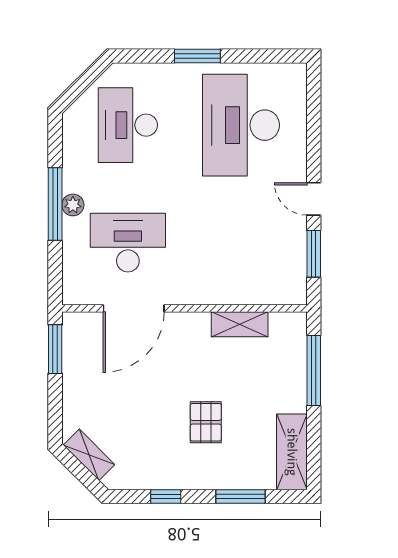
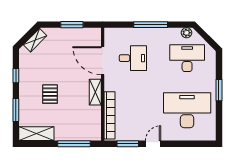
plant: (73, 205) -> (187, 33), moved
desk: (128, 243) -> (133, 58), width x0.73
bookcase: (252, 293) -> (109, 115), added
shelving: (240, 324) -> (95, 92), moved
window: (55, 349) -> (72, 25), moved
pallet: (206, 422) -> (50, 94), turned 90

